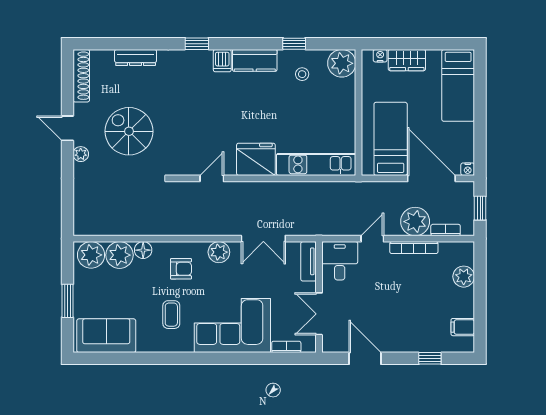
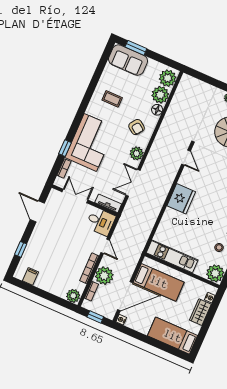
kitchen unit: (316, 164) -> (172, 256), moved, turned -90
door: (212, 178) -> (186, 158), moved
armchair: (181, 269) -> (137, 127), turned -54
plant: (464, 277) -> (73, 296), moved
window: (67, 301) -> (136, 48), moved
coffee table: (171, 315) -> (112, 99), moved
sofa: (106, 336) -> (128, 60), moved, turned 90
window: (256, 358) -> (65, 148), added
door: (365, 358) -> (37, 211), swing flipped

